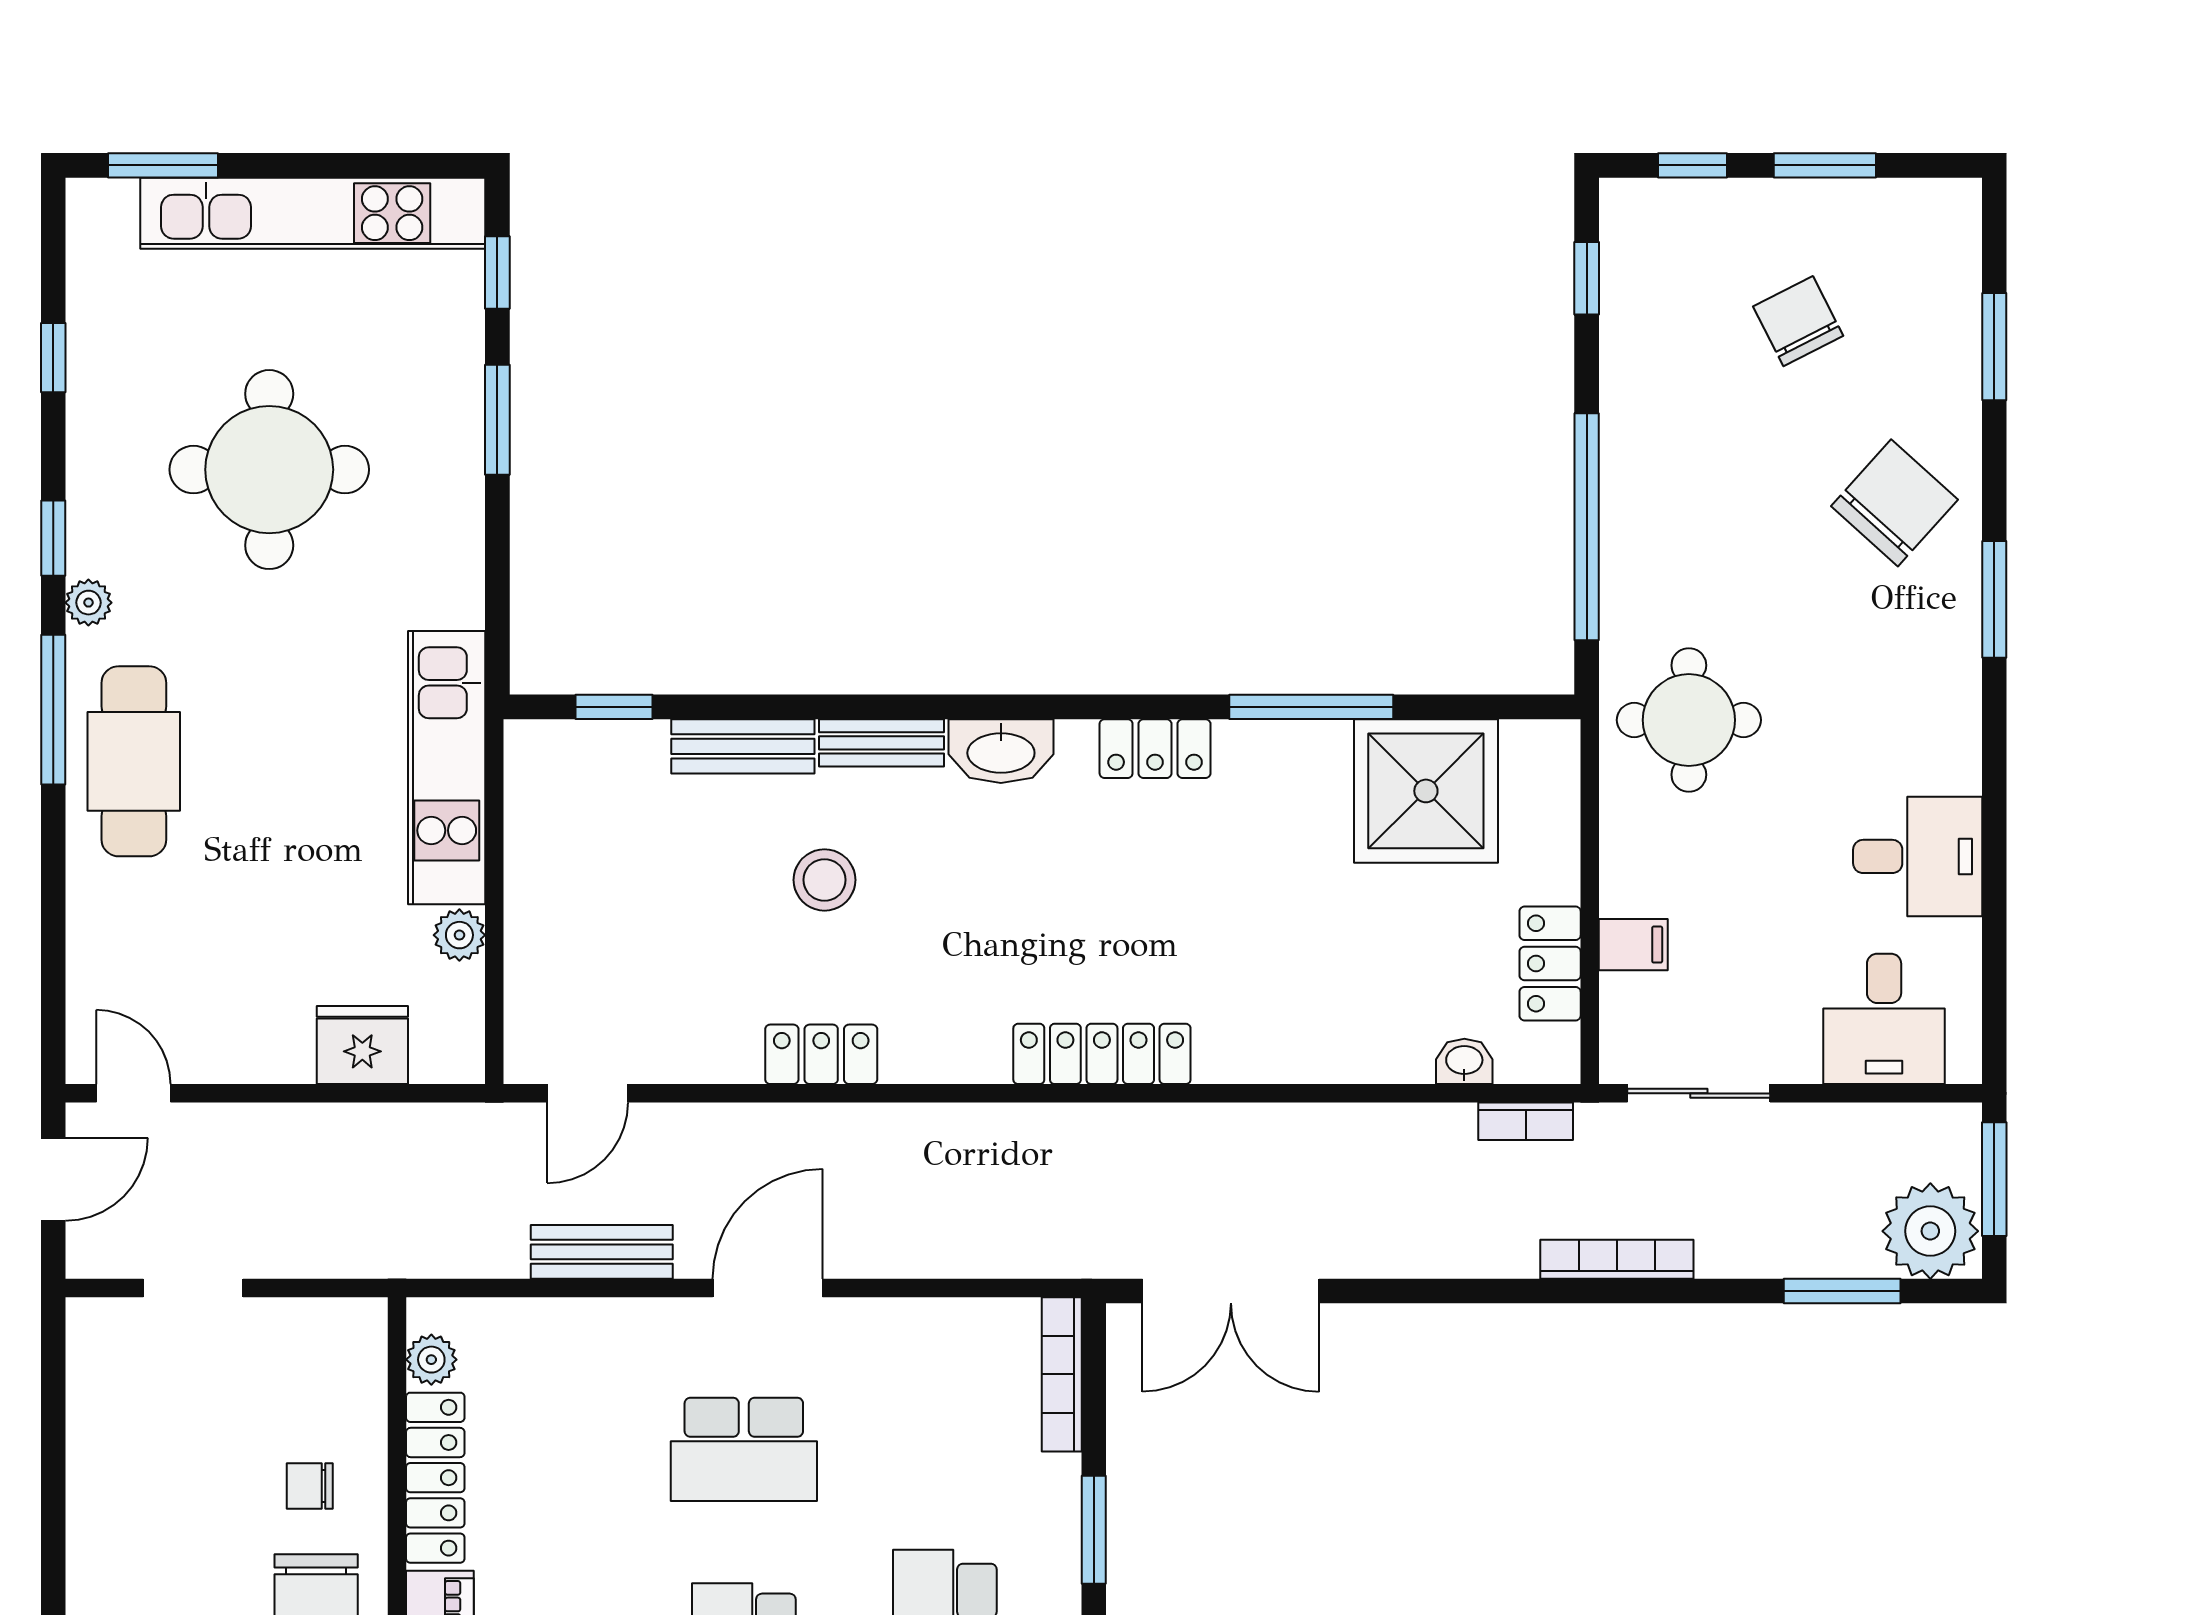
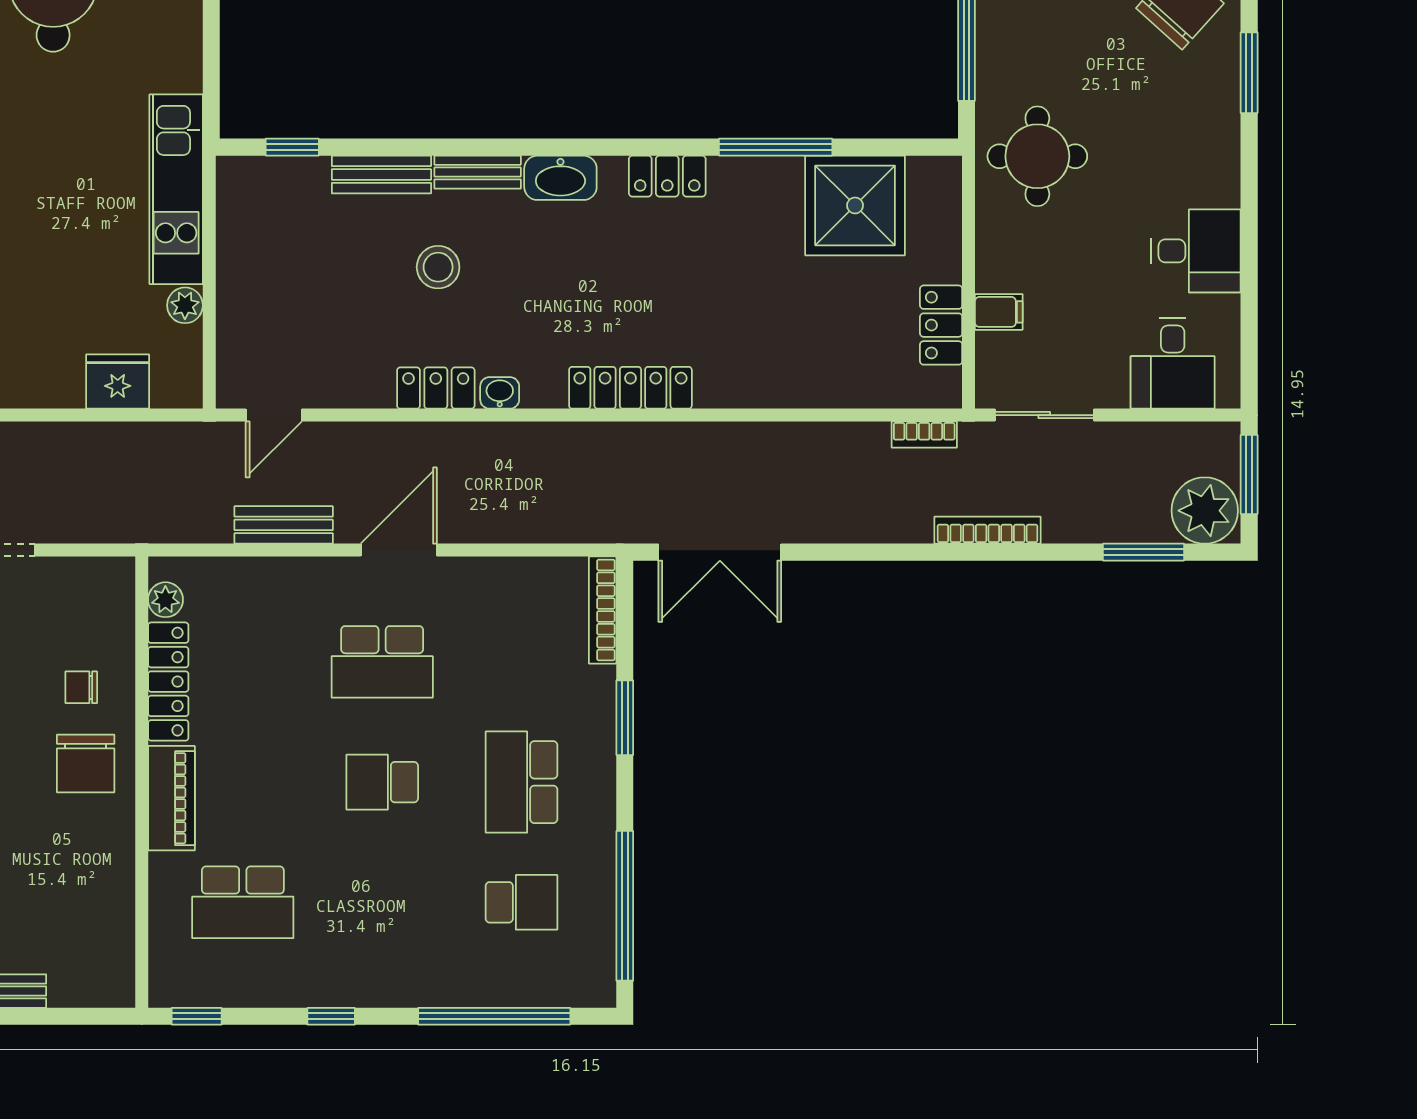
washbasin: (1464, 1061) -> (500, 393), moved

